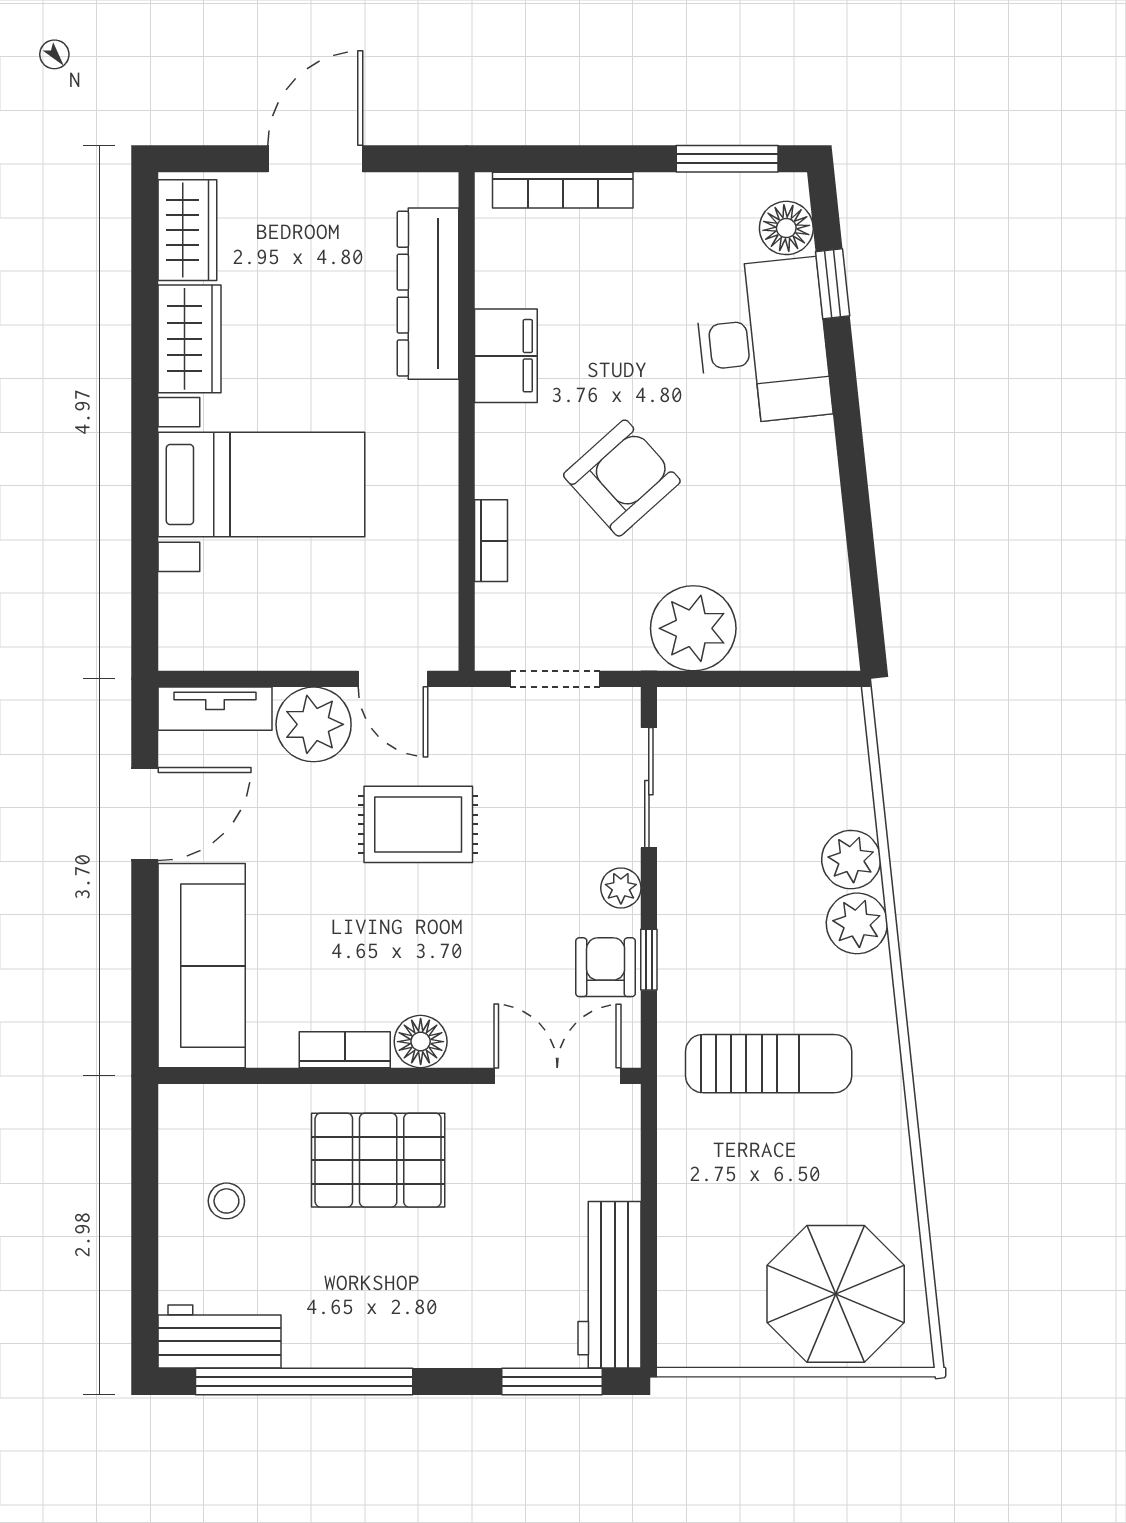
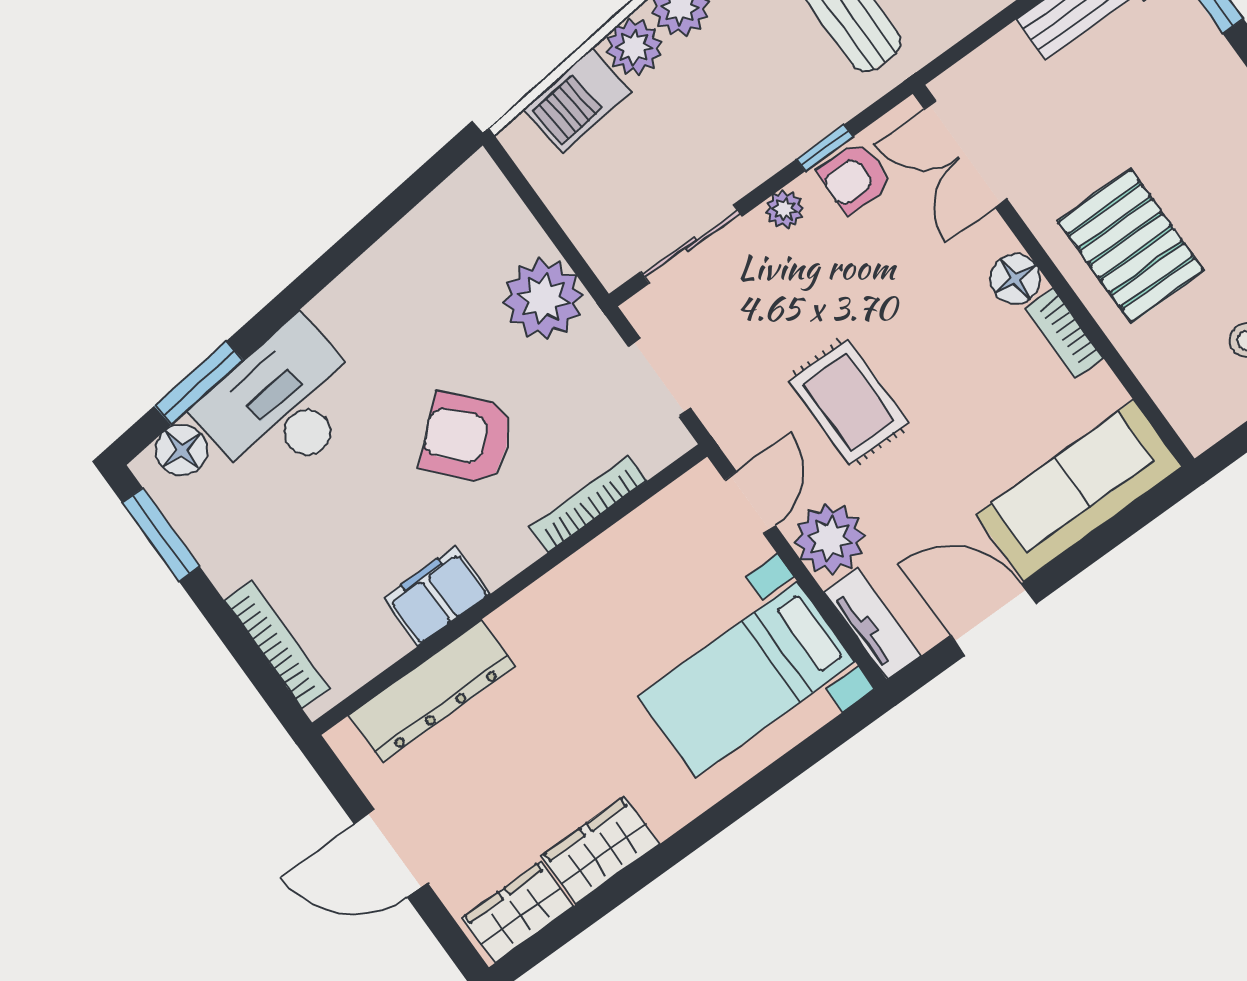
window: (833, 284) -> (199, 383), width x1.50
bed with nightstands: (261, 484) -> (746, 679), moved, turned -90
bookcase: (491, 541) -> (588, 504), width x1.56
barbecue: (841, 779) -> (577, 100), added

